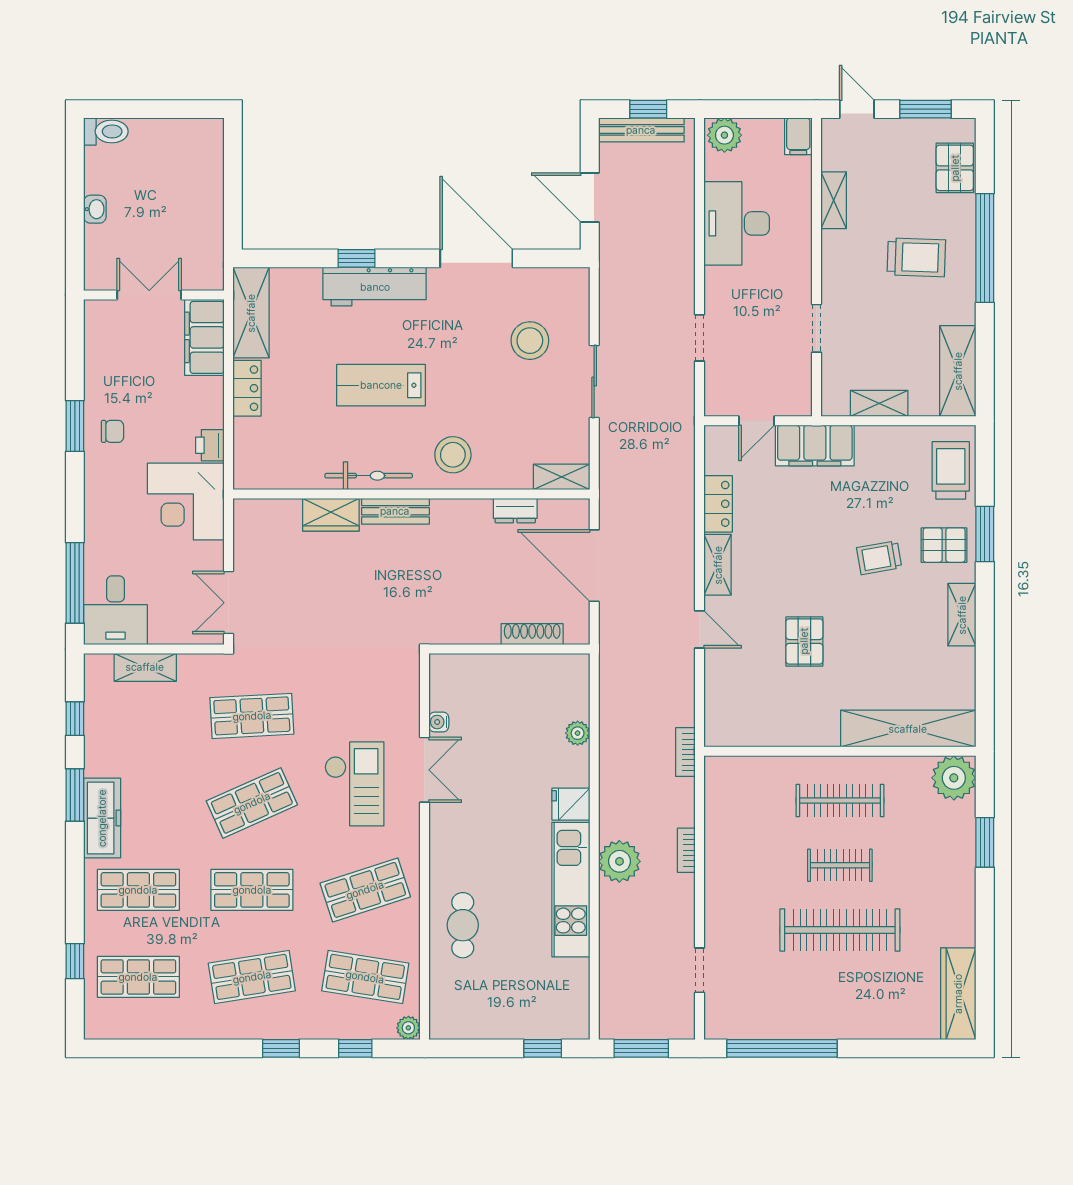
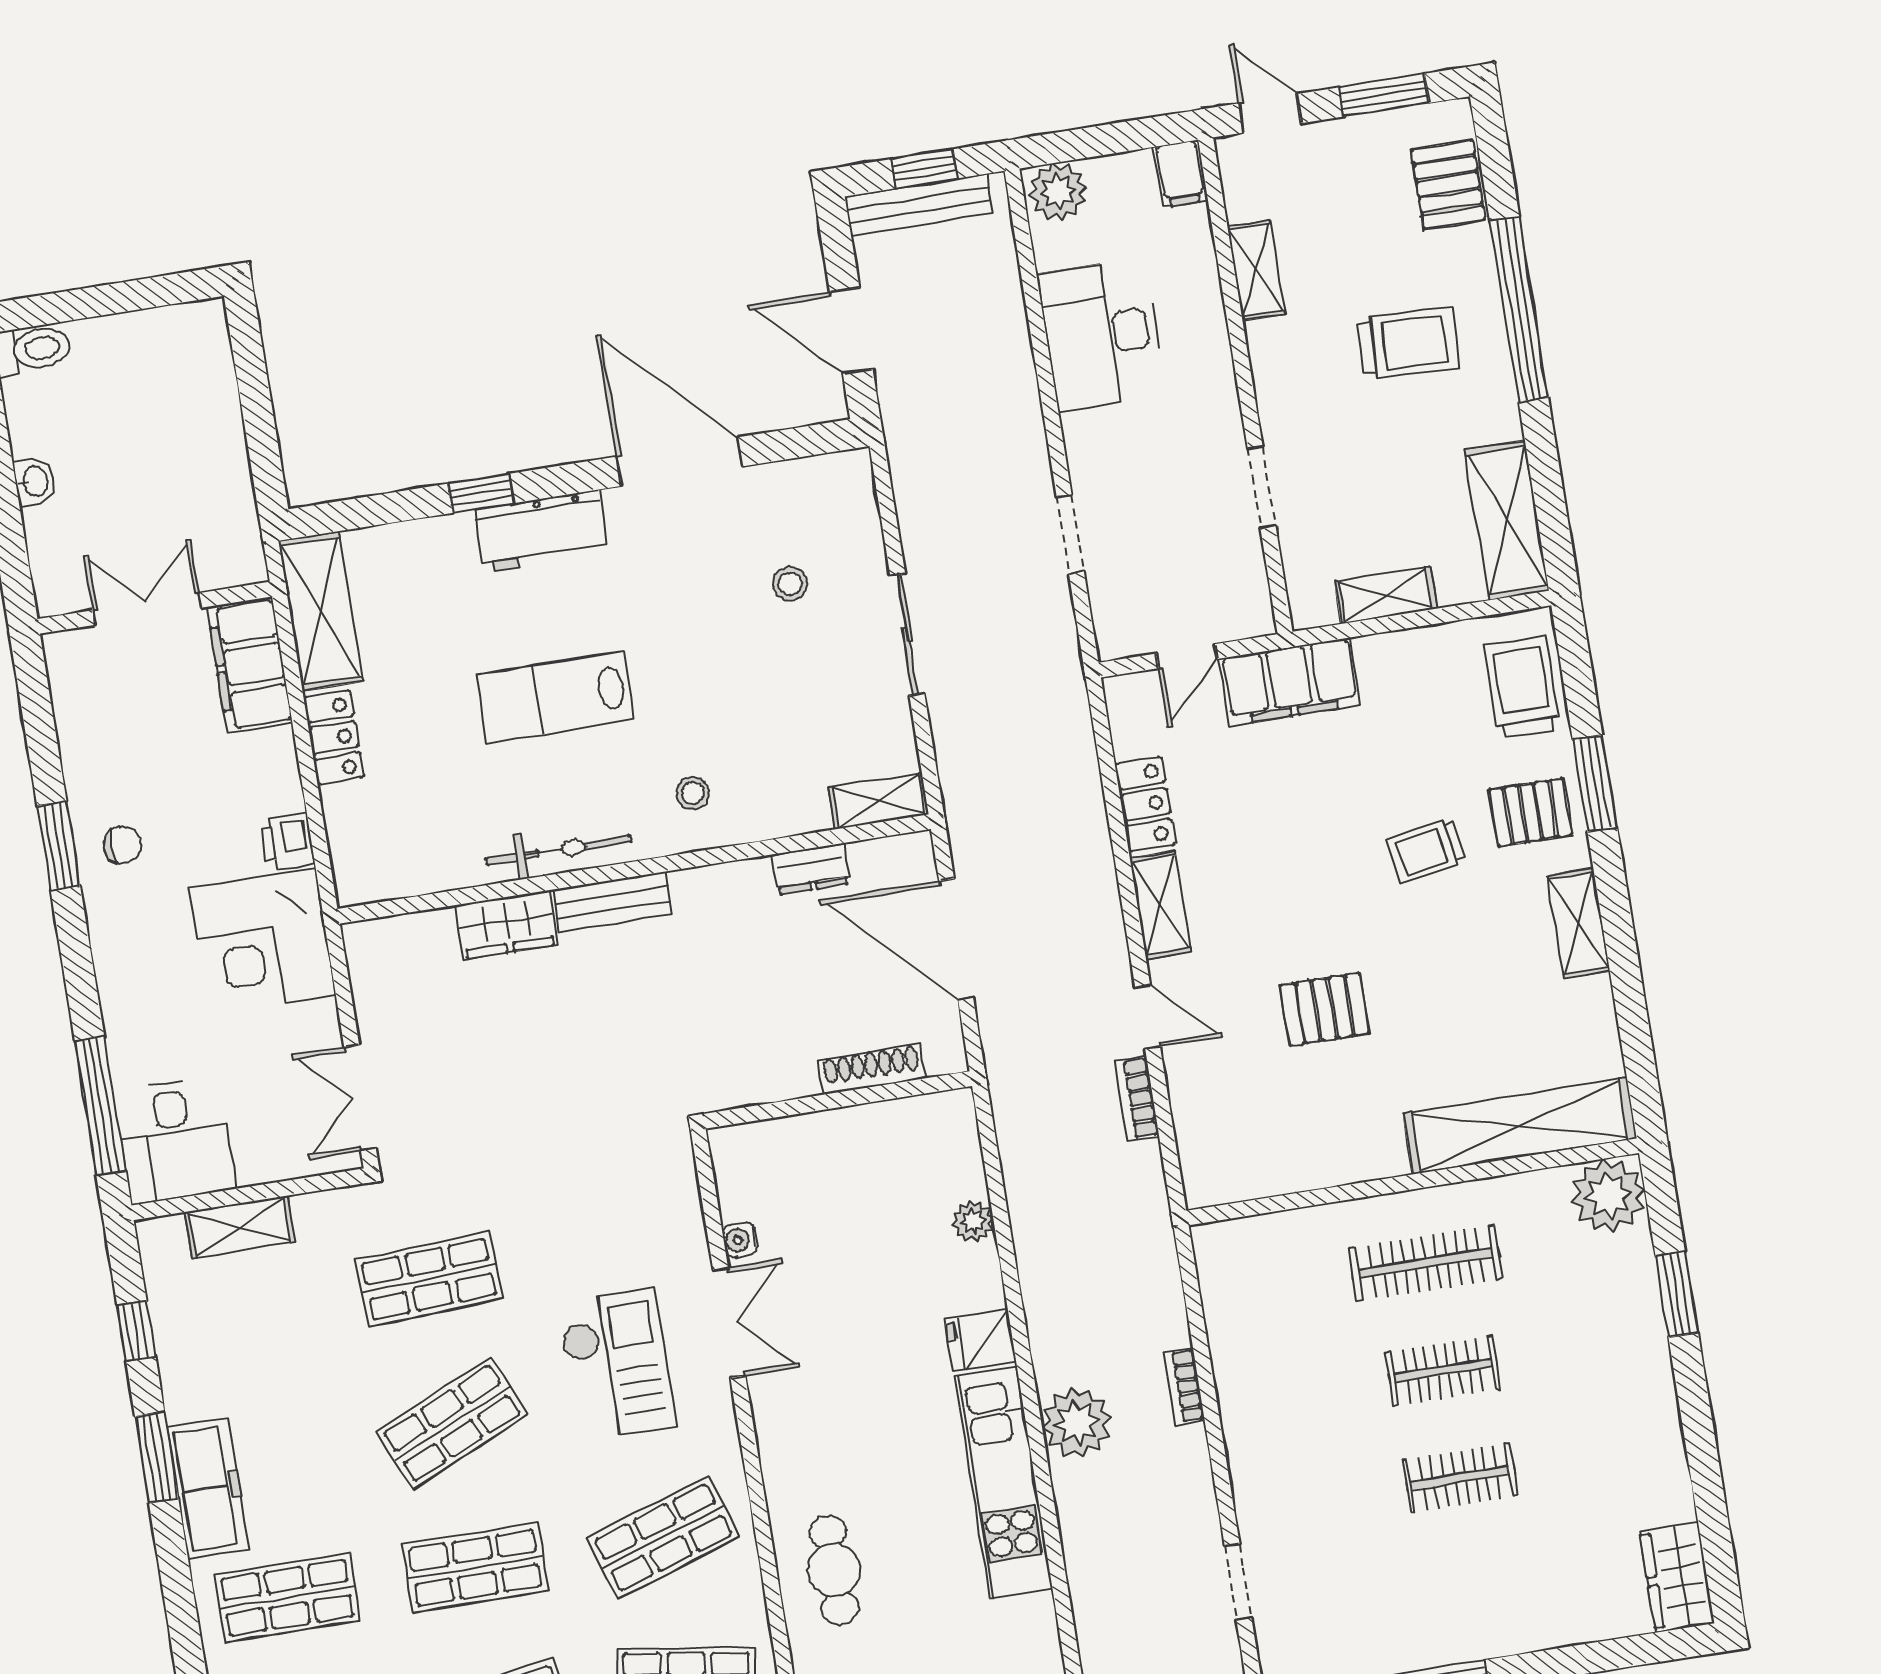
workbench: (375, 287) -> (542, 531), width x0.73
stool: (530, 341) -> (790, 584), width x0.53, depth x0.53
stool: (453, 455) -> (693, 793), width x0.53, depth x0.53
pallet: (804, 641) -> (1325, 1009), turned 90
bookcase: (685, 752) -> (1137, 1099), moved
clothes rail: (840, 930) -> (1460, 1478), width x0.54, depth x0.76
wardrobe: (958, 994) -> (1677, 1577), width x0.67

